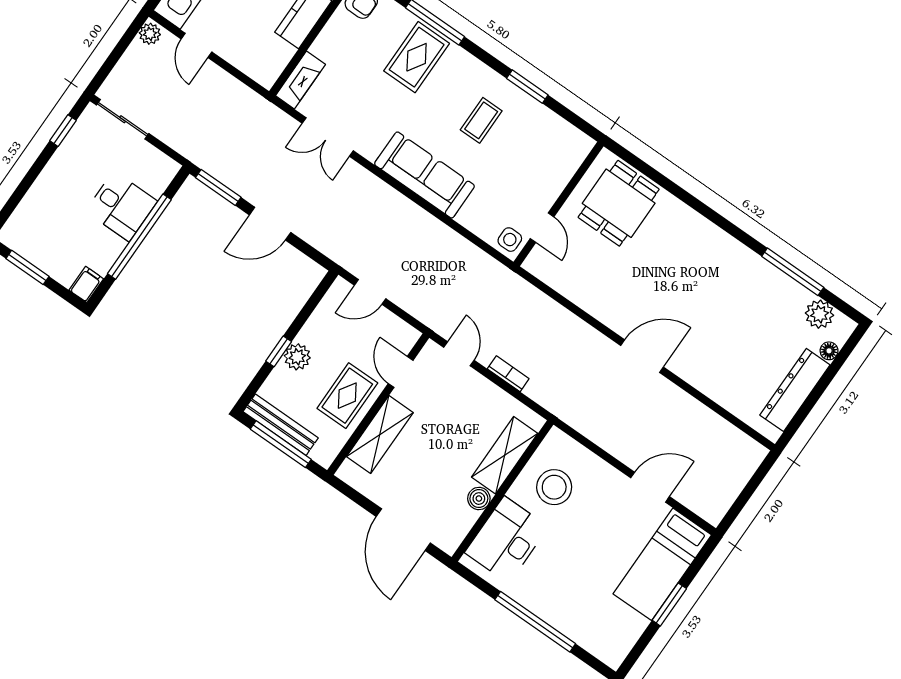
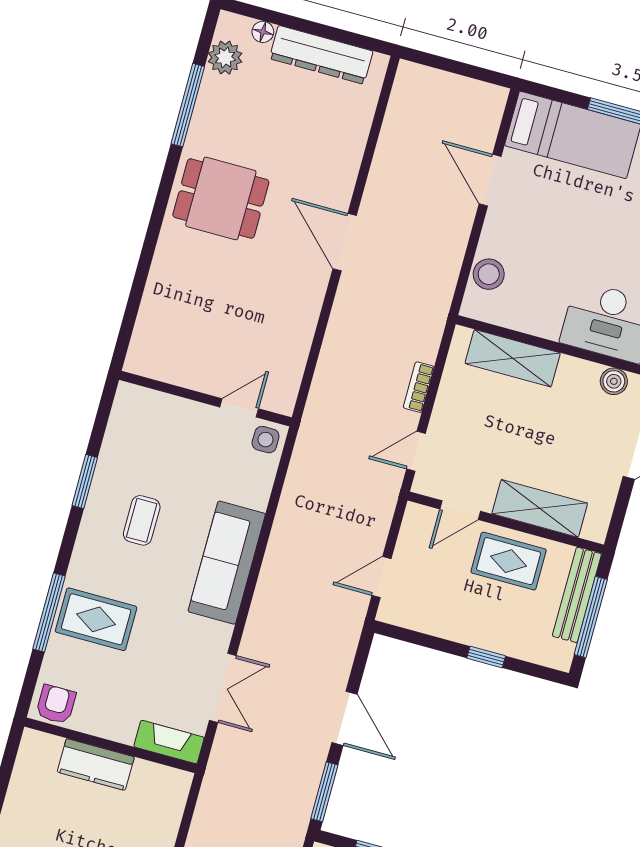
coffee table: (481, 120) -> (142, 520), turned 90
dining table: (619, 203) -> (221, 198), moved
door: (370, 292) -> (382, 577), swing flipped
plant: (297, 357) -> (485, 634), removed
bench: (281, 425) -> (577, 595), moved
stool: (554, 487) -> (489, 274), moved, width x0.73, depth x0.73
boiler: (479, 499) -> (614, 381), moved

